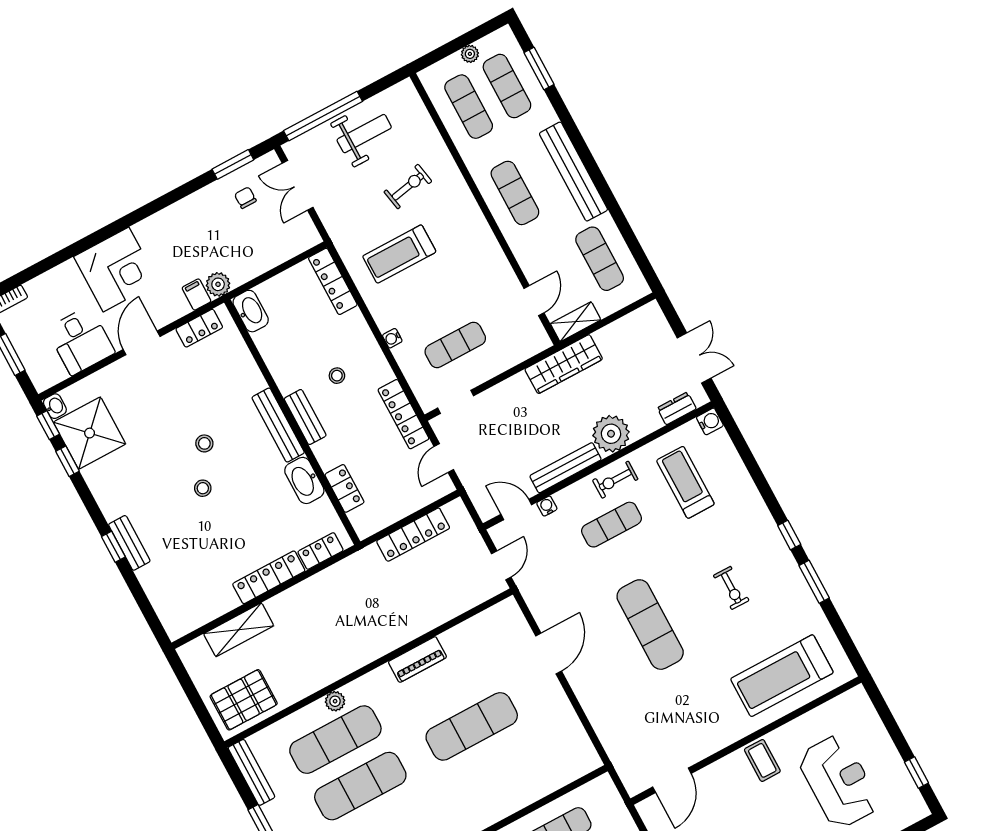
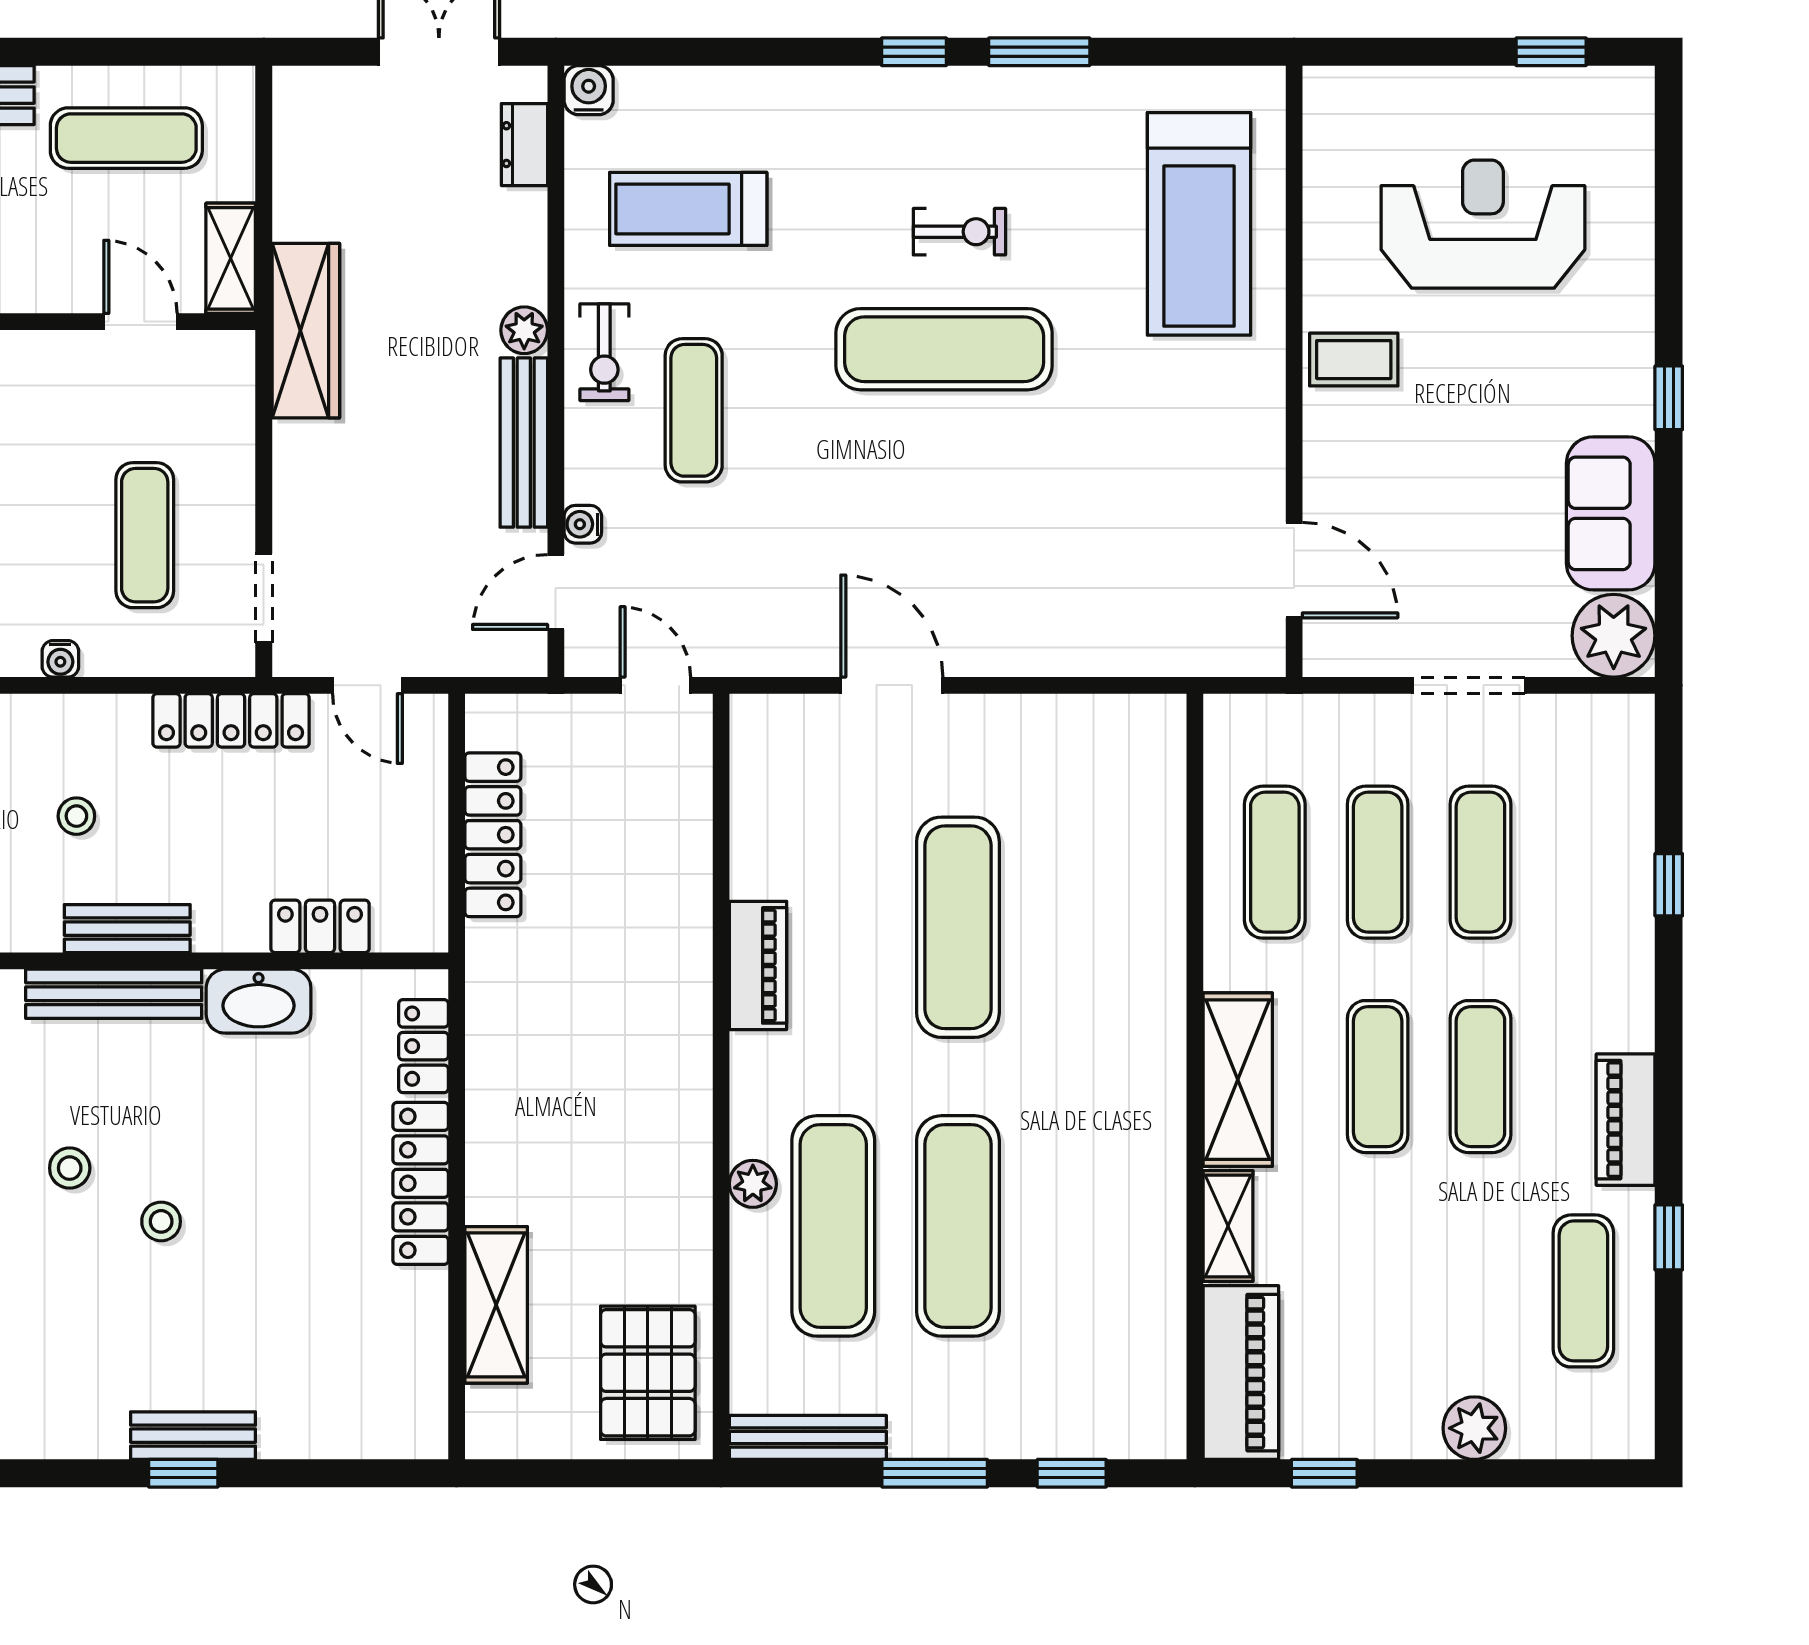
plant: (611, 434) -> (524, 330), width x0.53, depth x0.53
exercise mat: (650, 625) -> (944, 349), moved

